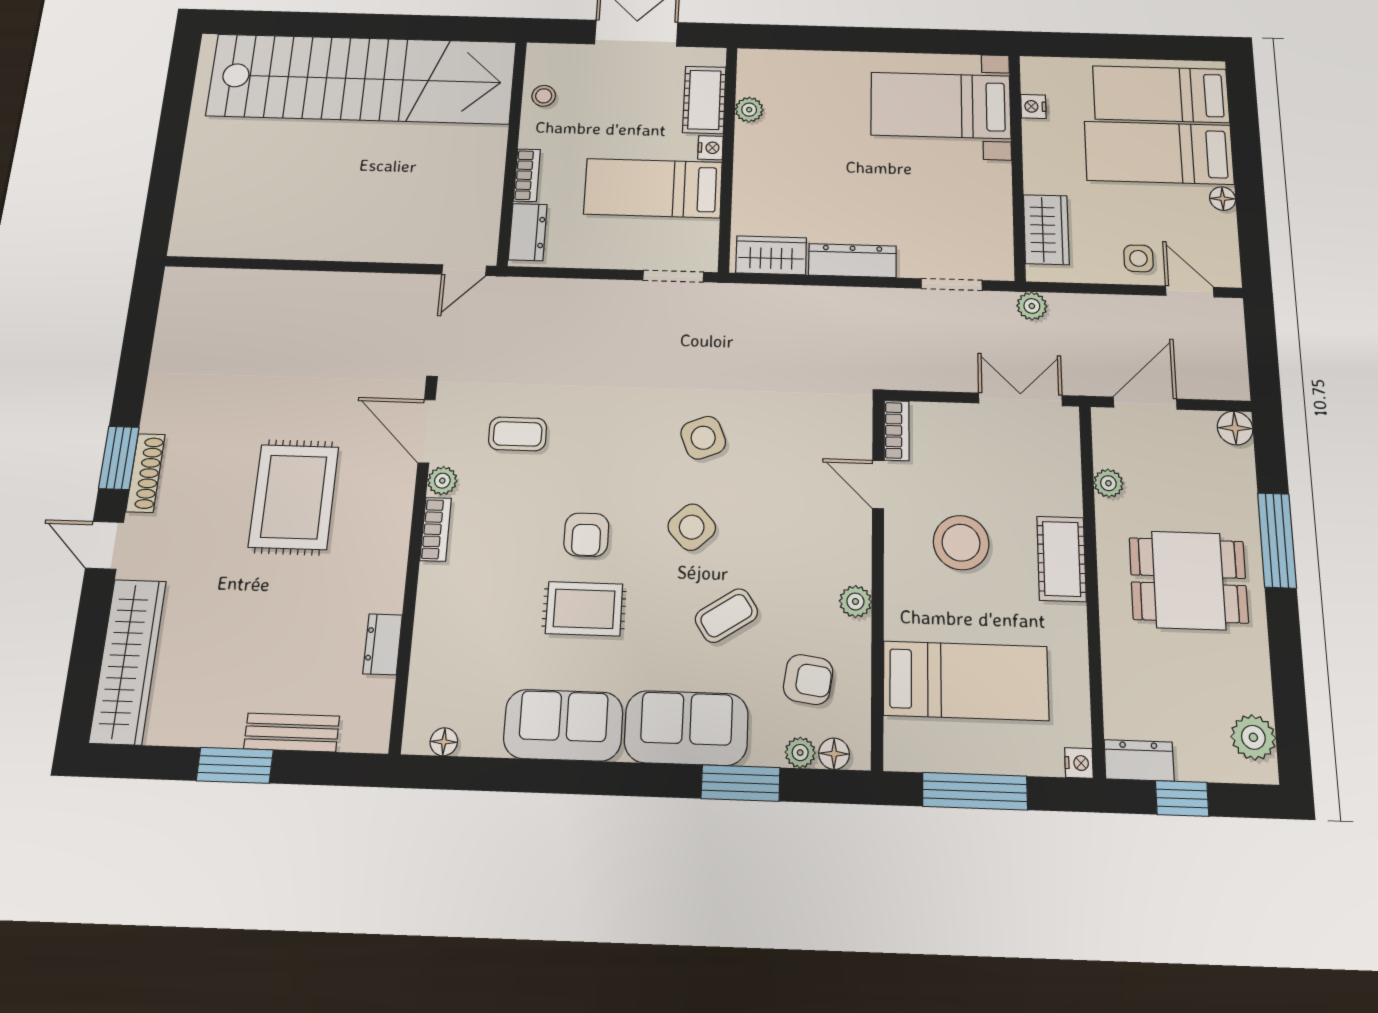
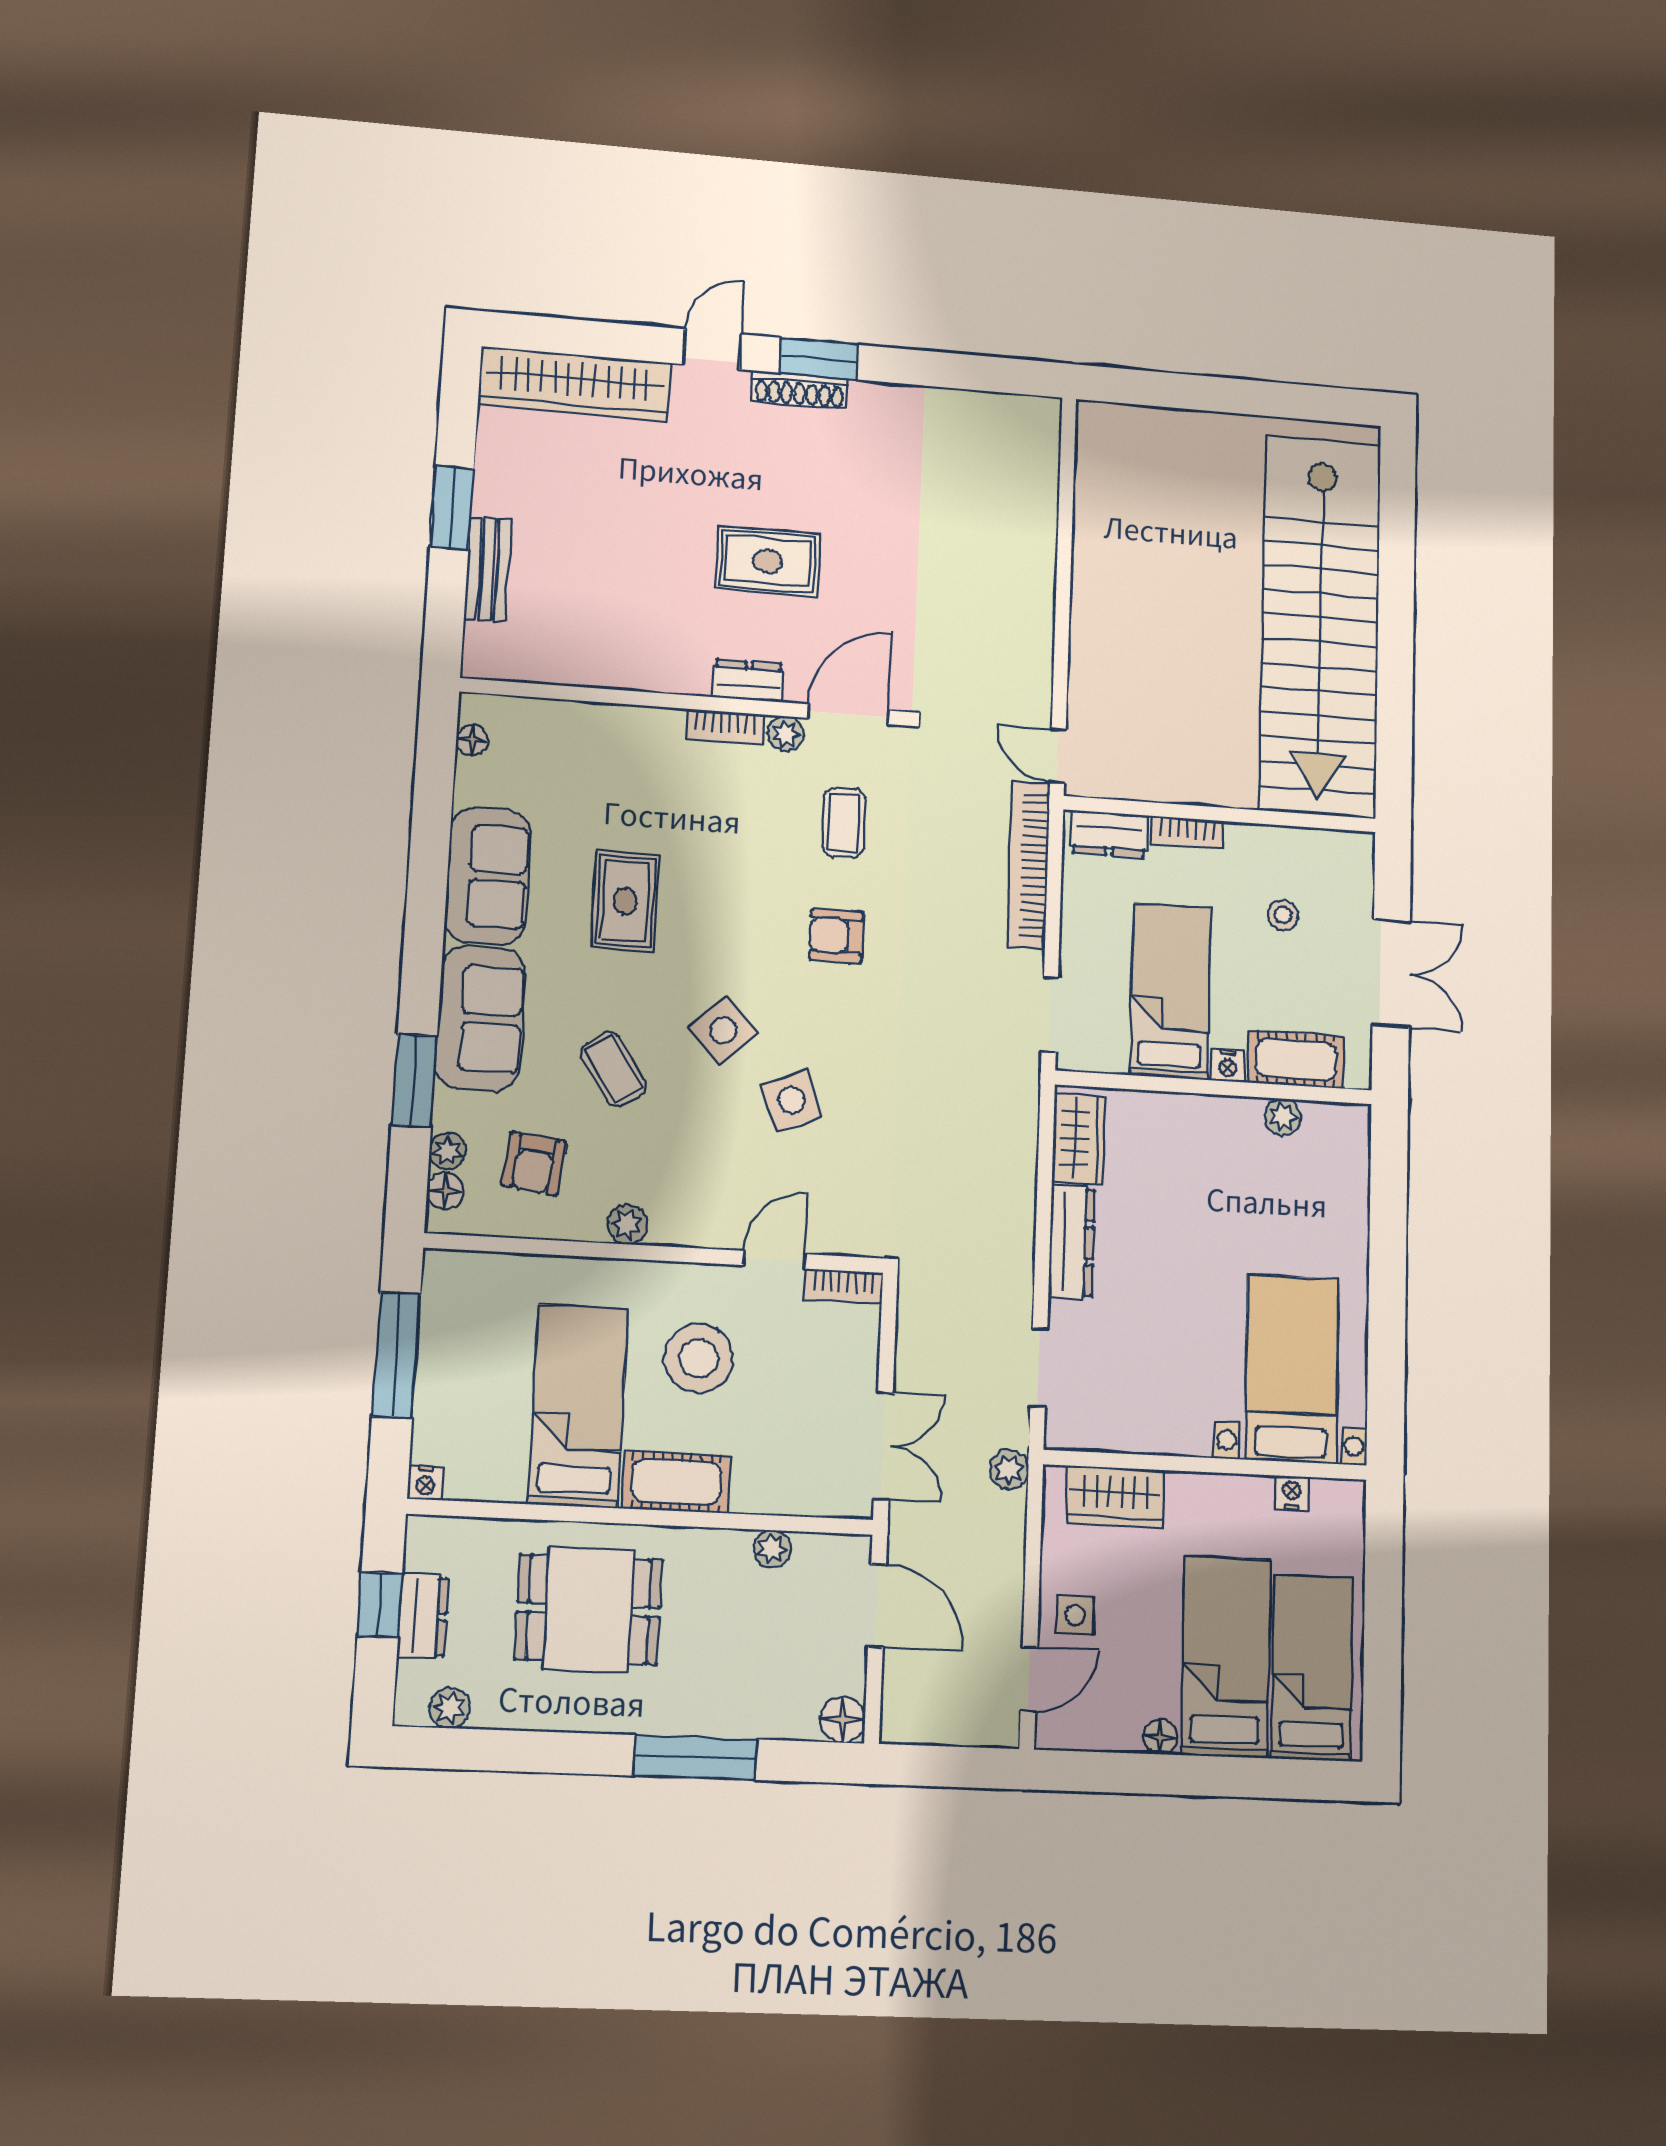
stool: (544, 96) -> (1283, 915), moved
bookcase: (553, 292) -> (1029, 865), added
side table: (703, 438) -> (792, 1100), moved
rug: (294, 497) -> (768, 561), width x0.73, depth x0.70
armchair: (586, 535) -> (836, 936), moved
dining table: (1188, 580) -> (589, 1610), moved, turned 90
dresser: (383, 644) -> (748, 681), moved
bed: (966, 681) -> (578, 1406), moved, turned 180
plant: (1253, 737) -> (450, 1708), width x0.73, depth x0.73
dresser: (1139, 760) -> (423, 1616), moved

